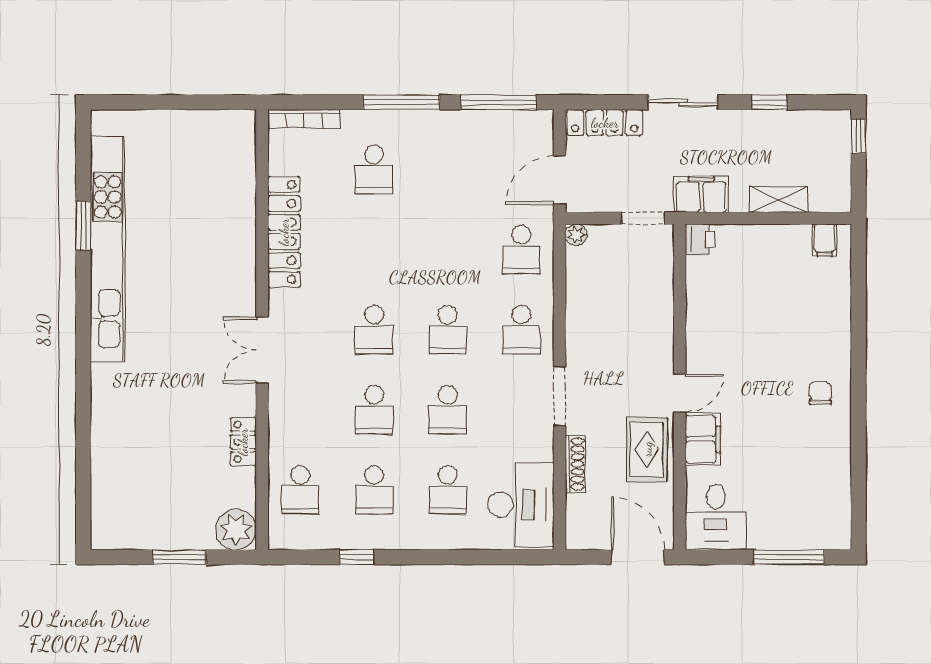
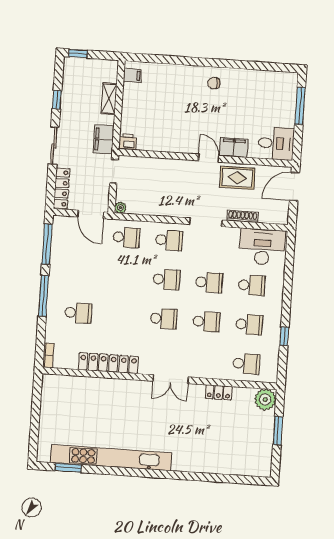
bookcase: (304, 119) -> (48, 355), width x0.64
window: (83, 226) -> (68, 468), moved

